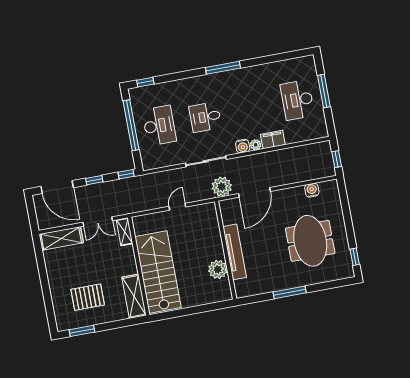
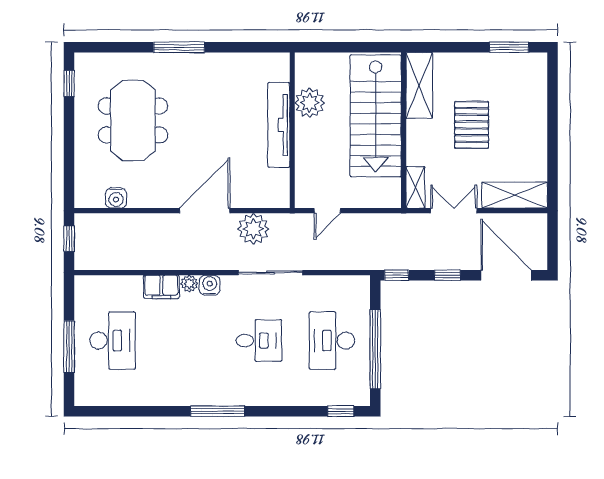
wall: (226, 250) -> (292, 130), moved
tv unit: (235, 252) -> (279, 125), moved
plant: (218, 269) -> (310, 103), moved
pallet: (88, 297) -> (472, 125), moved, turned 90

